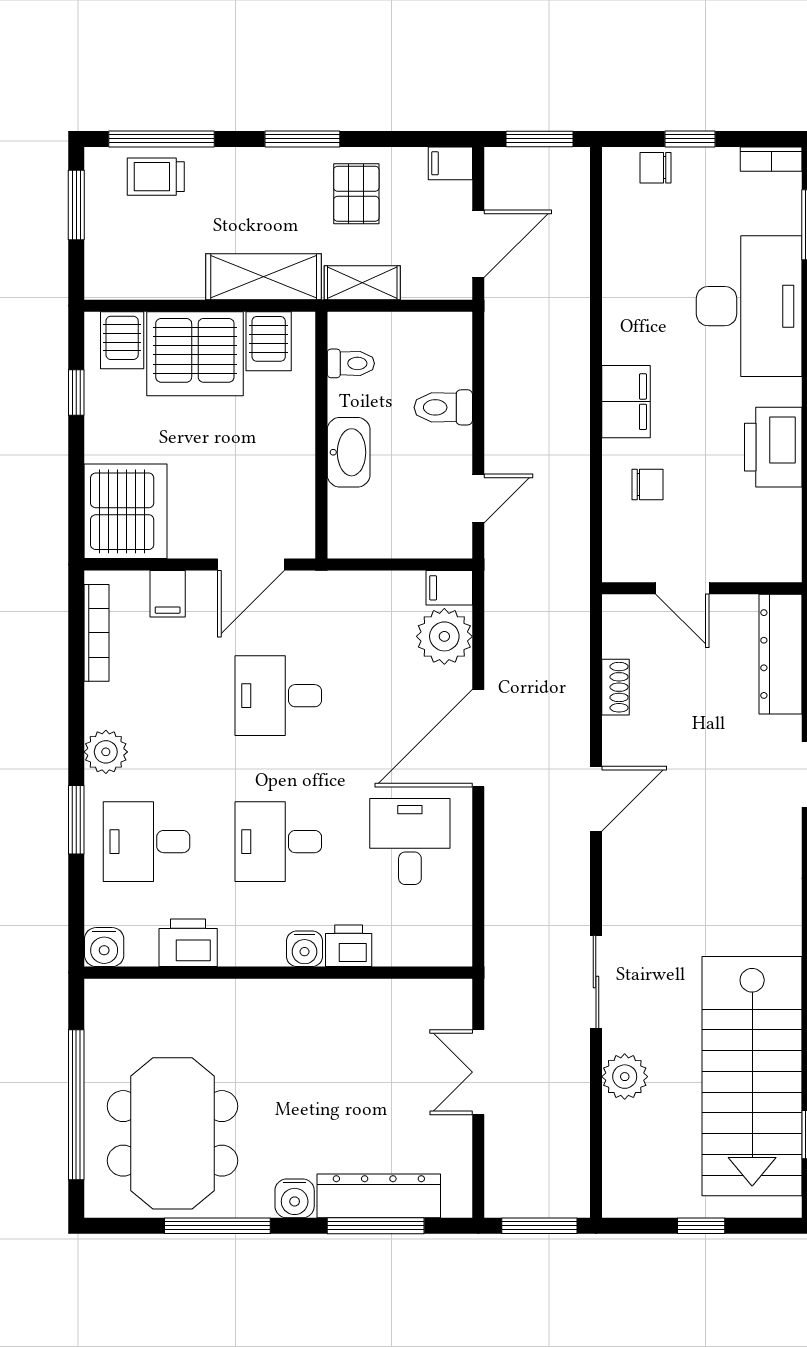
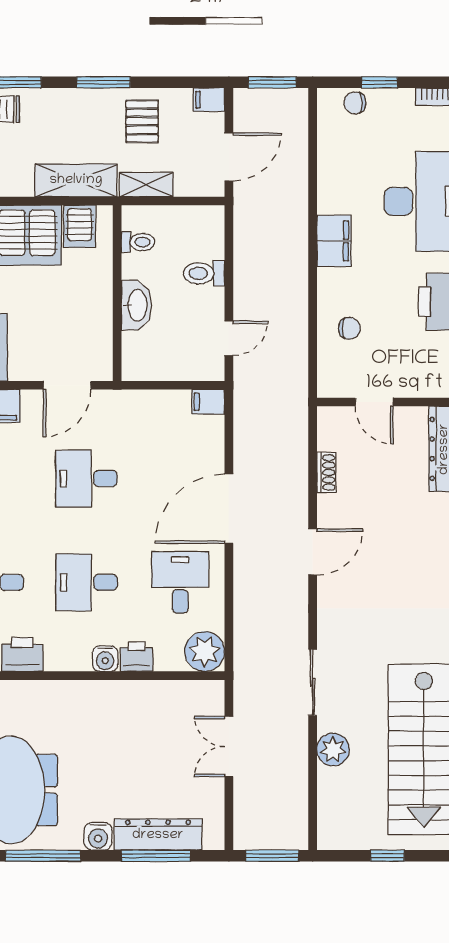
filing cabinet: (626, 402) -> (334, 241), moved
plant: (444, 636) -> (205, 651), moved

